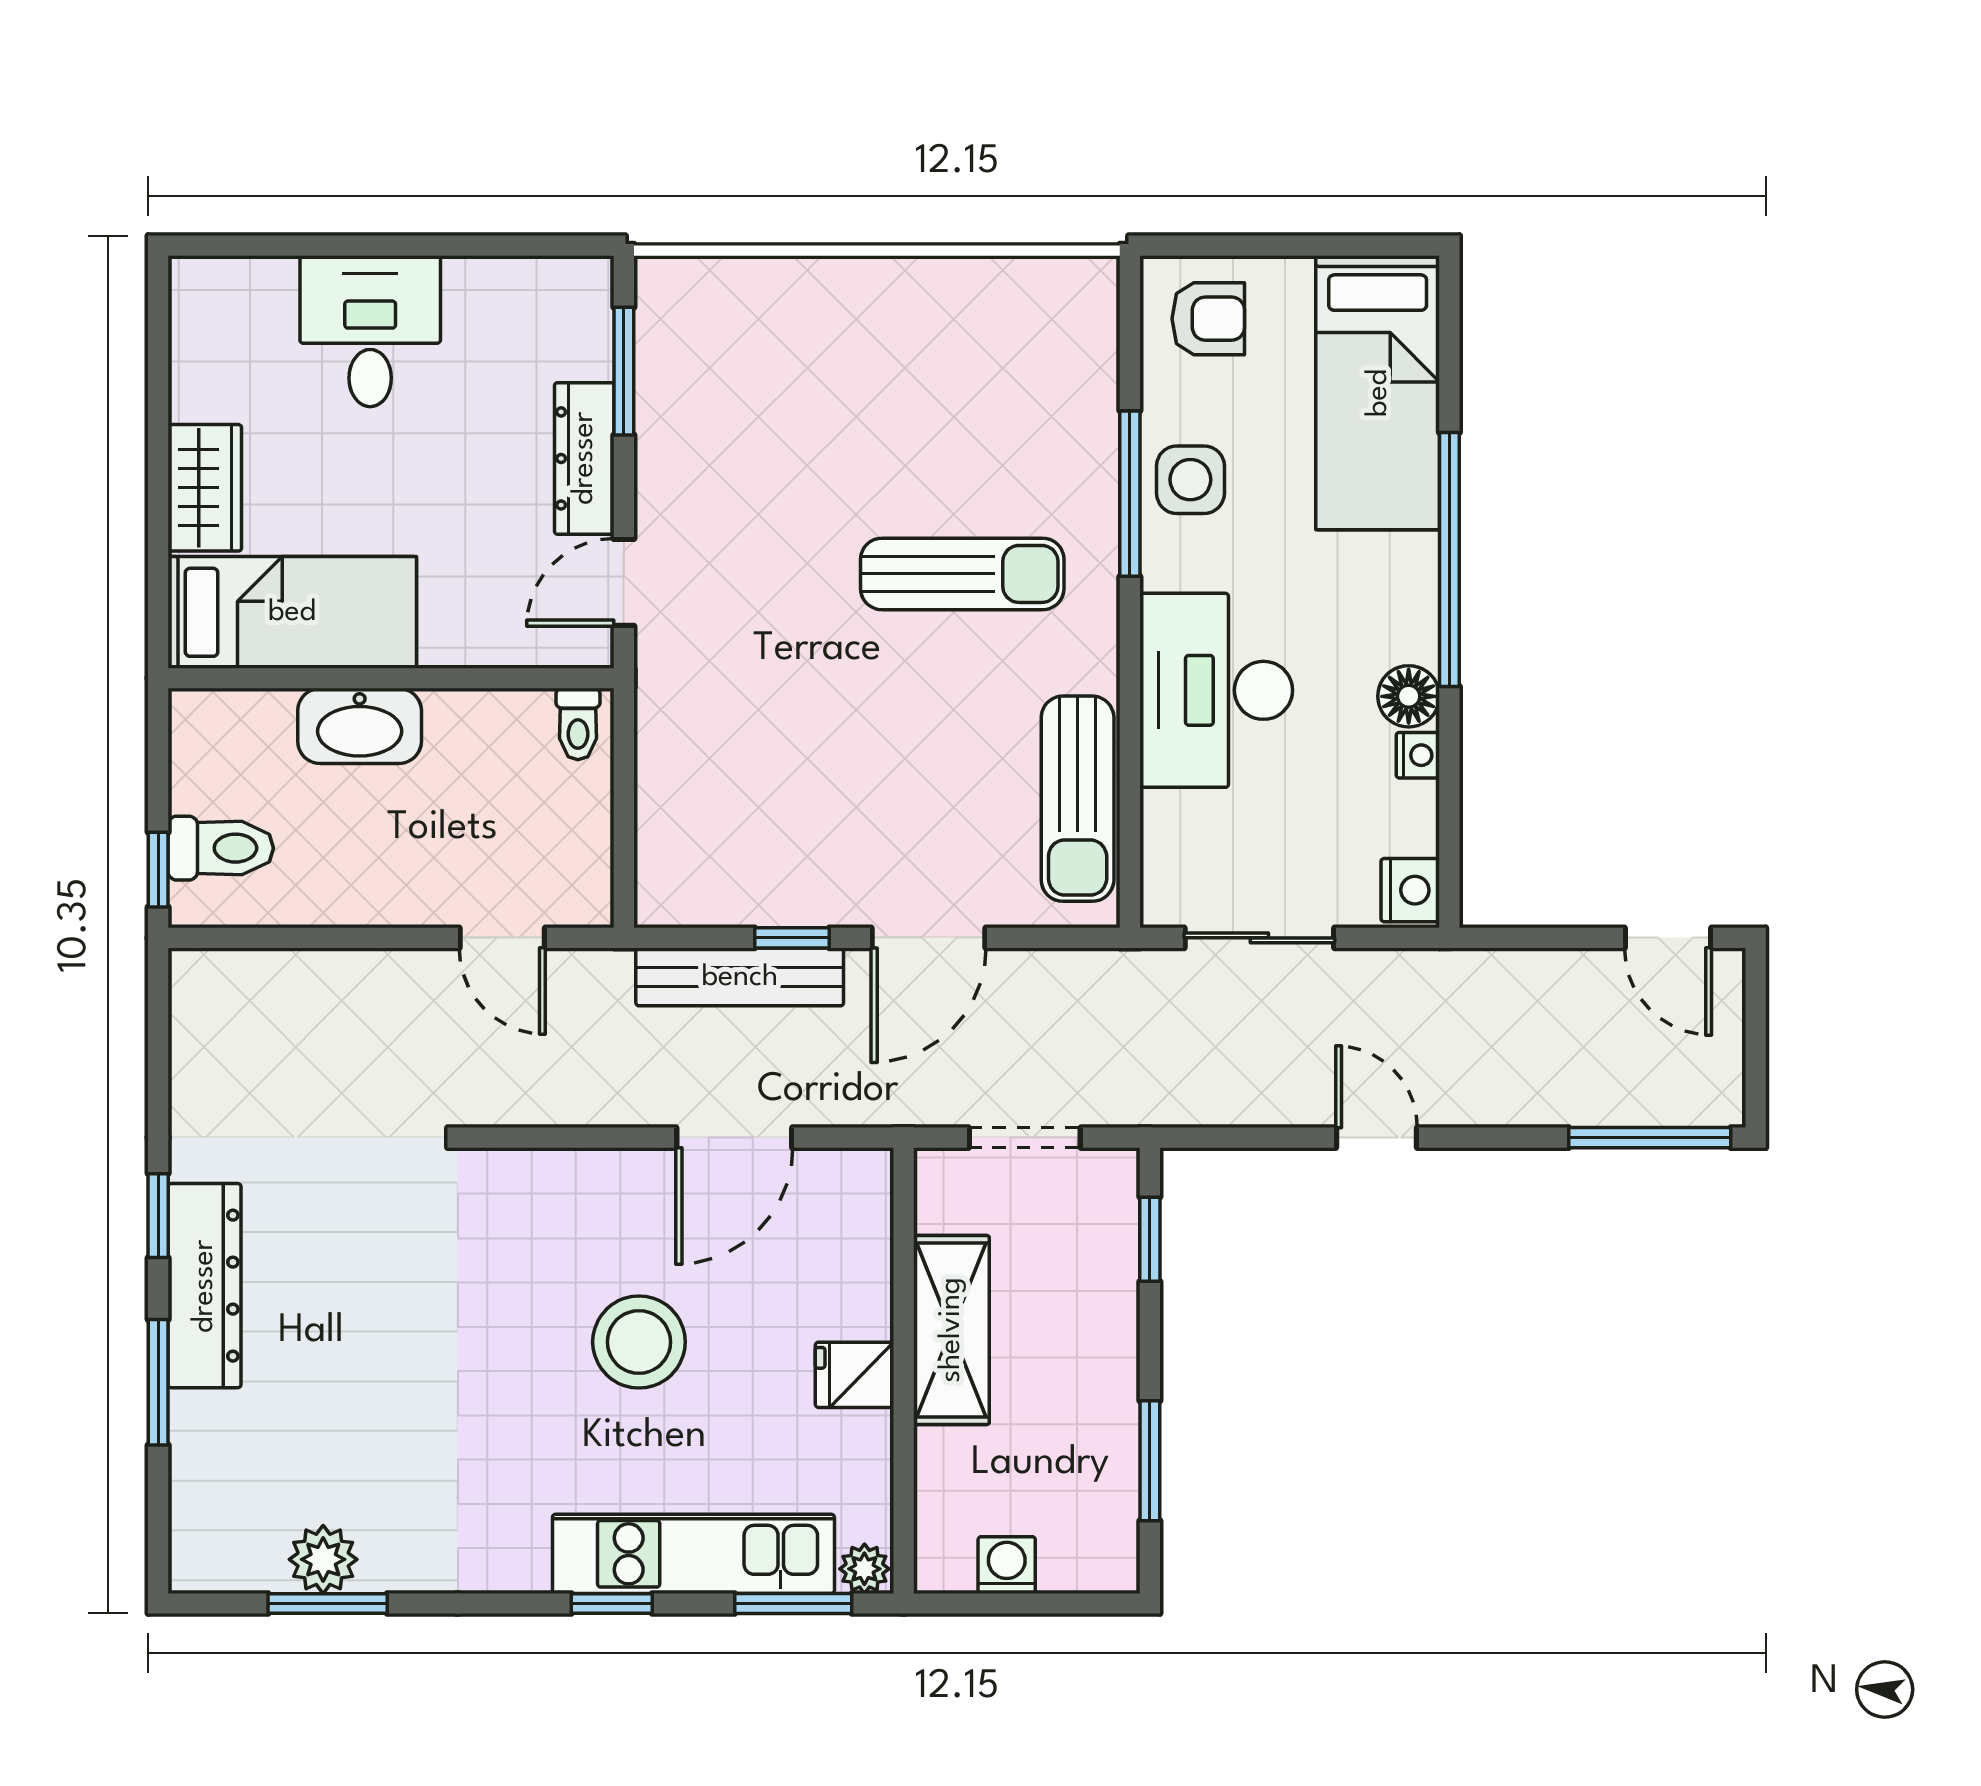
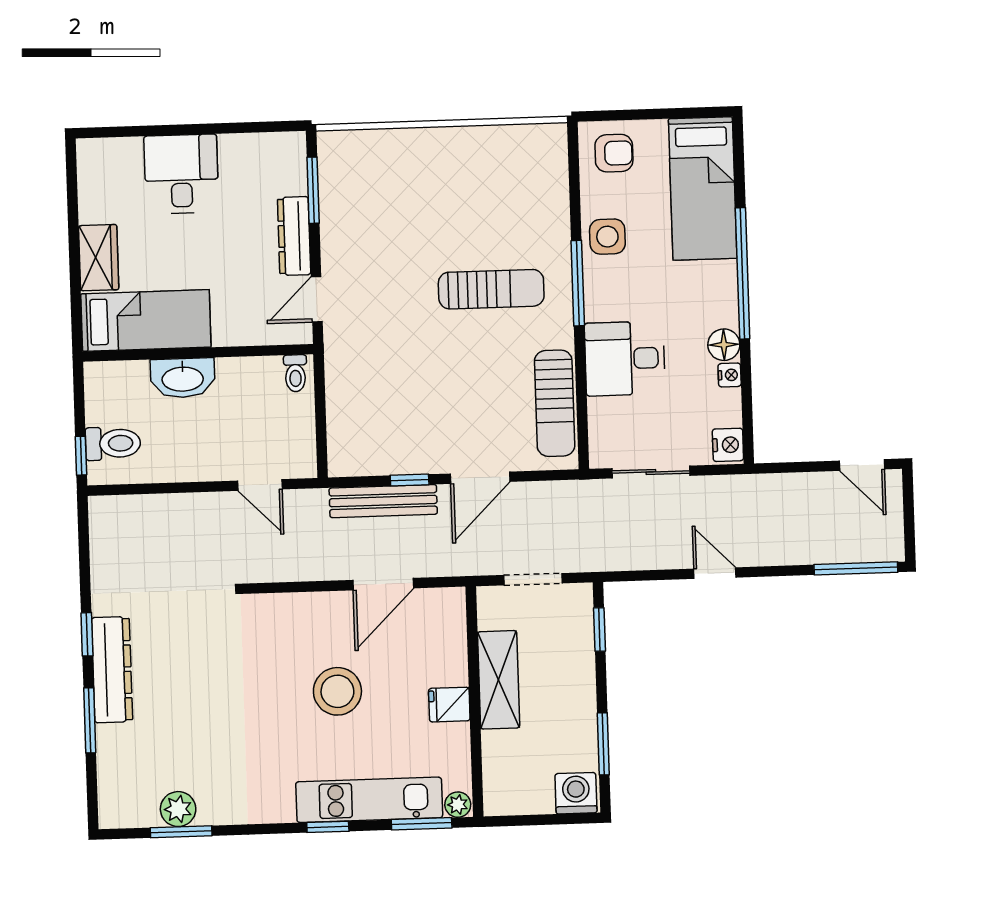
window: (1130, 494) -> (578, 283), moved
desk: (1216, 690) -> (625, 359), width x0.73
washing machine: (1007, 1565) -> (576, 793), moved, width x1.38, depth x1.38

